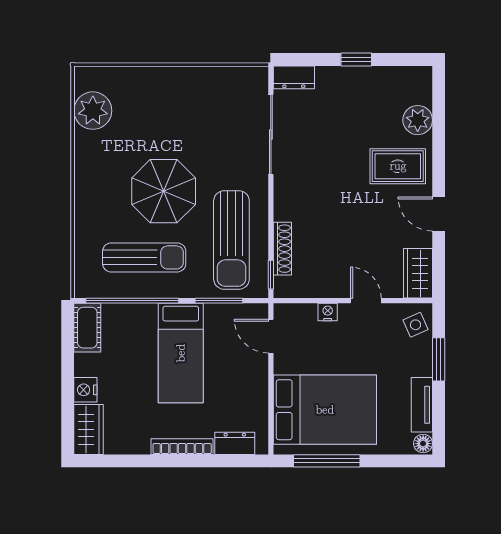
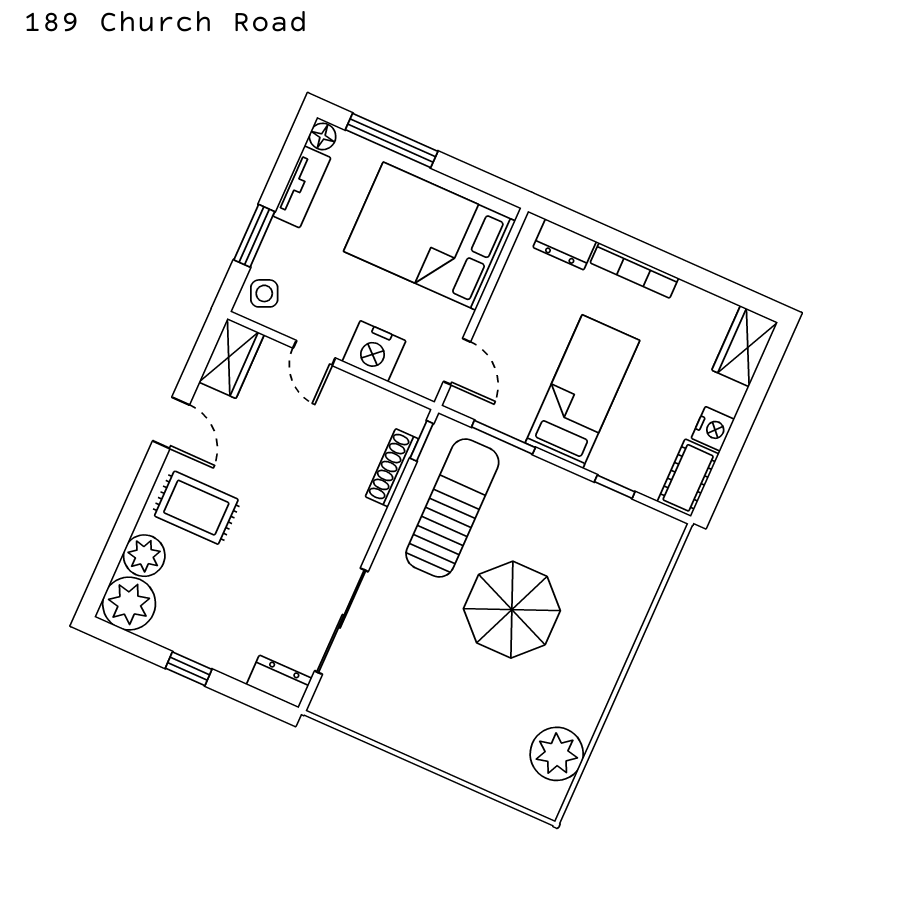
plant: (414, 85) -> (129, 604), added
sun lounger: (144, 257) -> (575, 536), removed
window: (132, 301) -> (615, 487), width x0.32
nightstand: (328, 312) -> (374, 351), width x1.89, depth x1.79
nightstand: (85, 390) -> (713, 429), moved
window: (327, 461) -> (392, 140), moved

